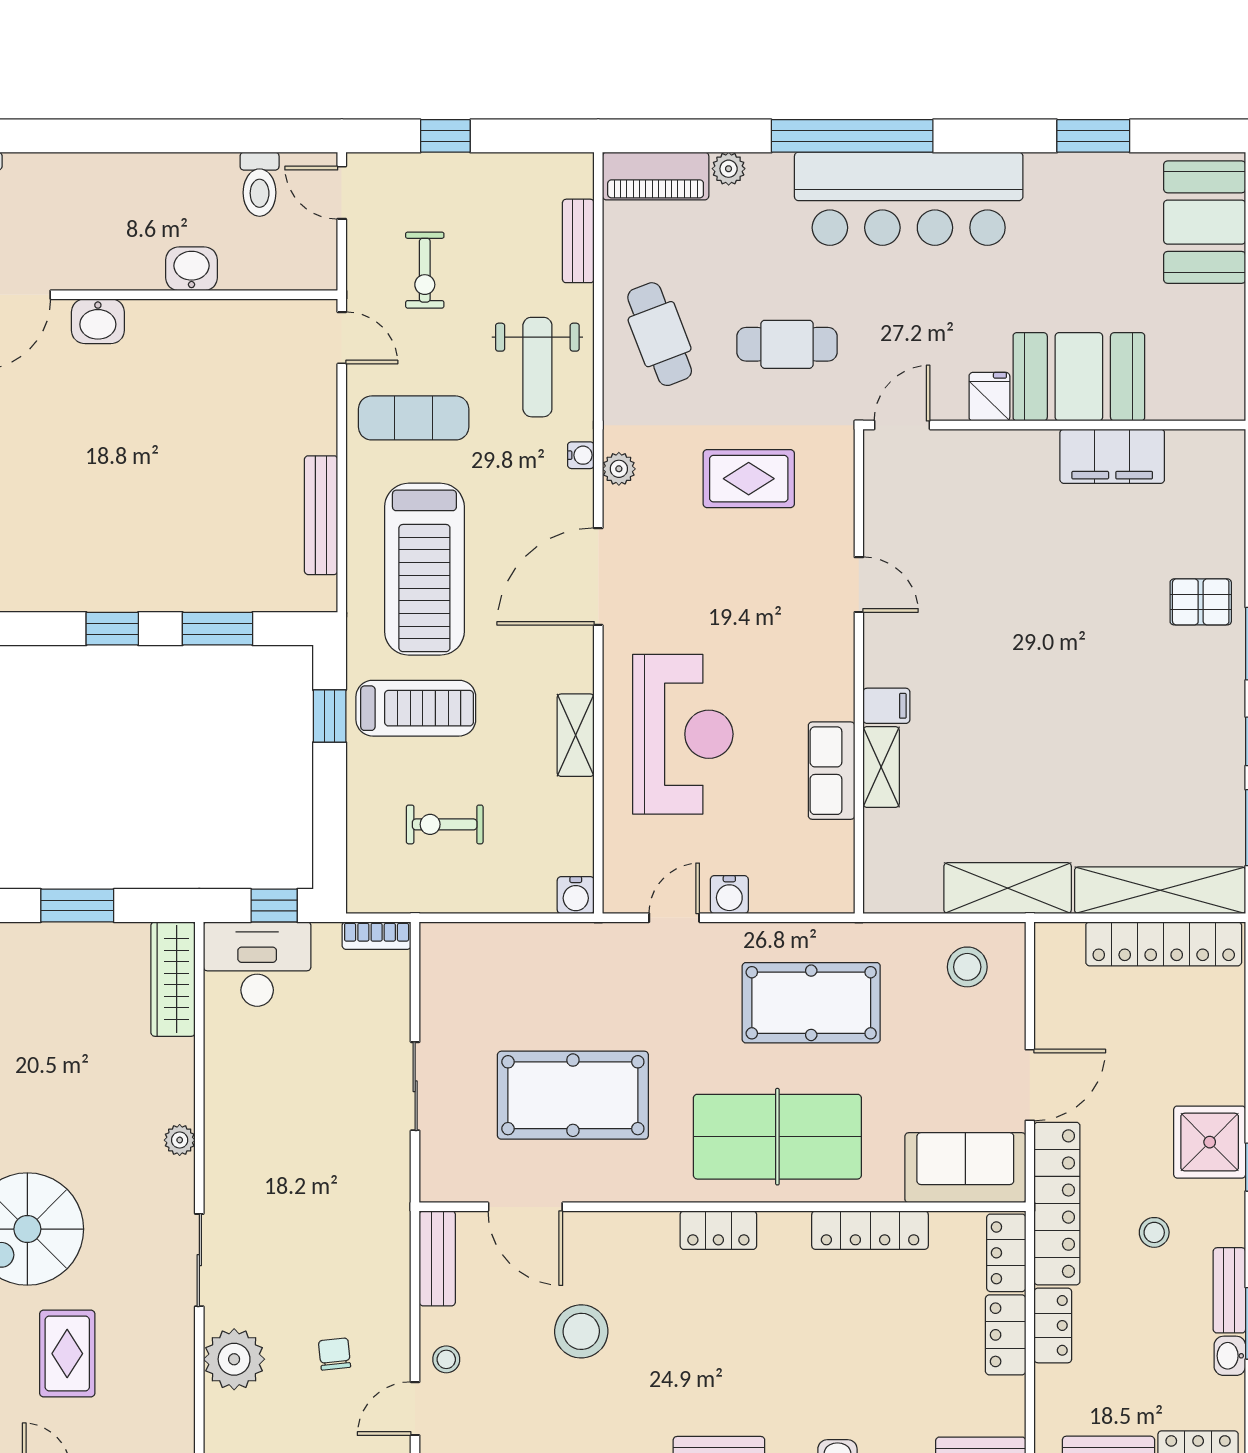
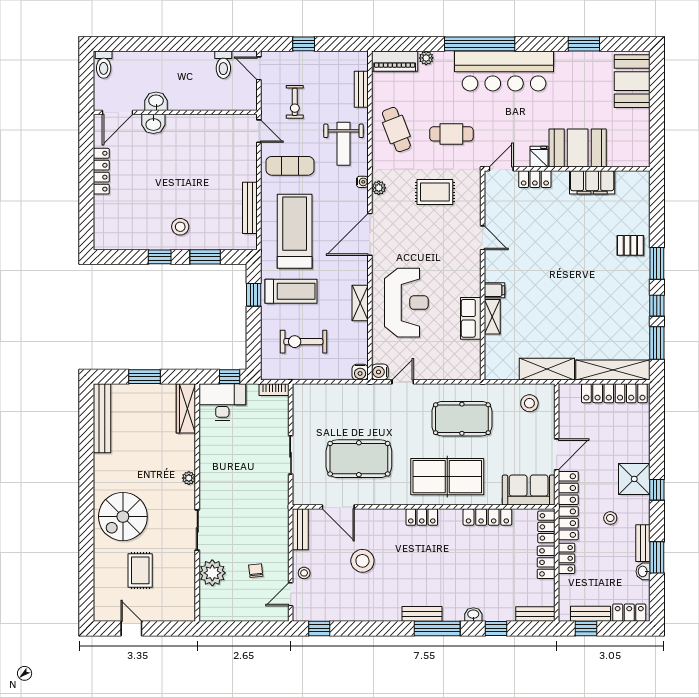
washbasin: (192, 269) -> (156, 101), moved
locker: (980, 449) -> (535, 179), added
stool: (160, 559) -> (180, 227), added
treadmill: (424, 569) -> (295, 231), turned 180
exercise bike: (445, 824) -> (303, 342), width x1.38, depth x1.39
water cooler: (729, 895) -> (380, 372), moved, turned 90

